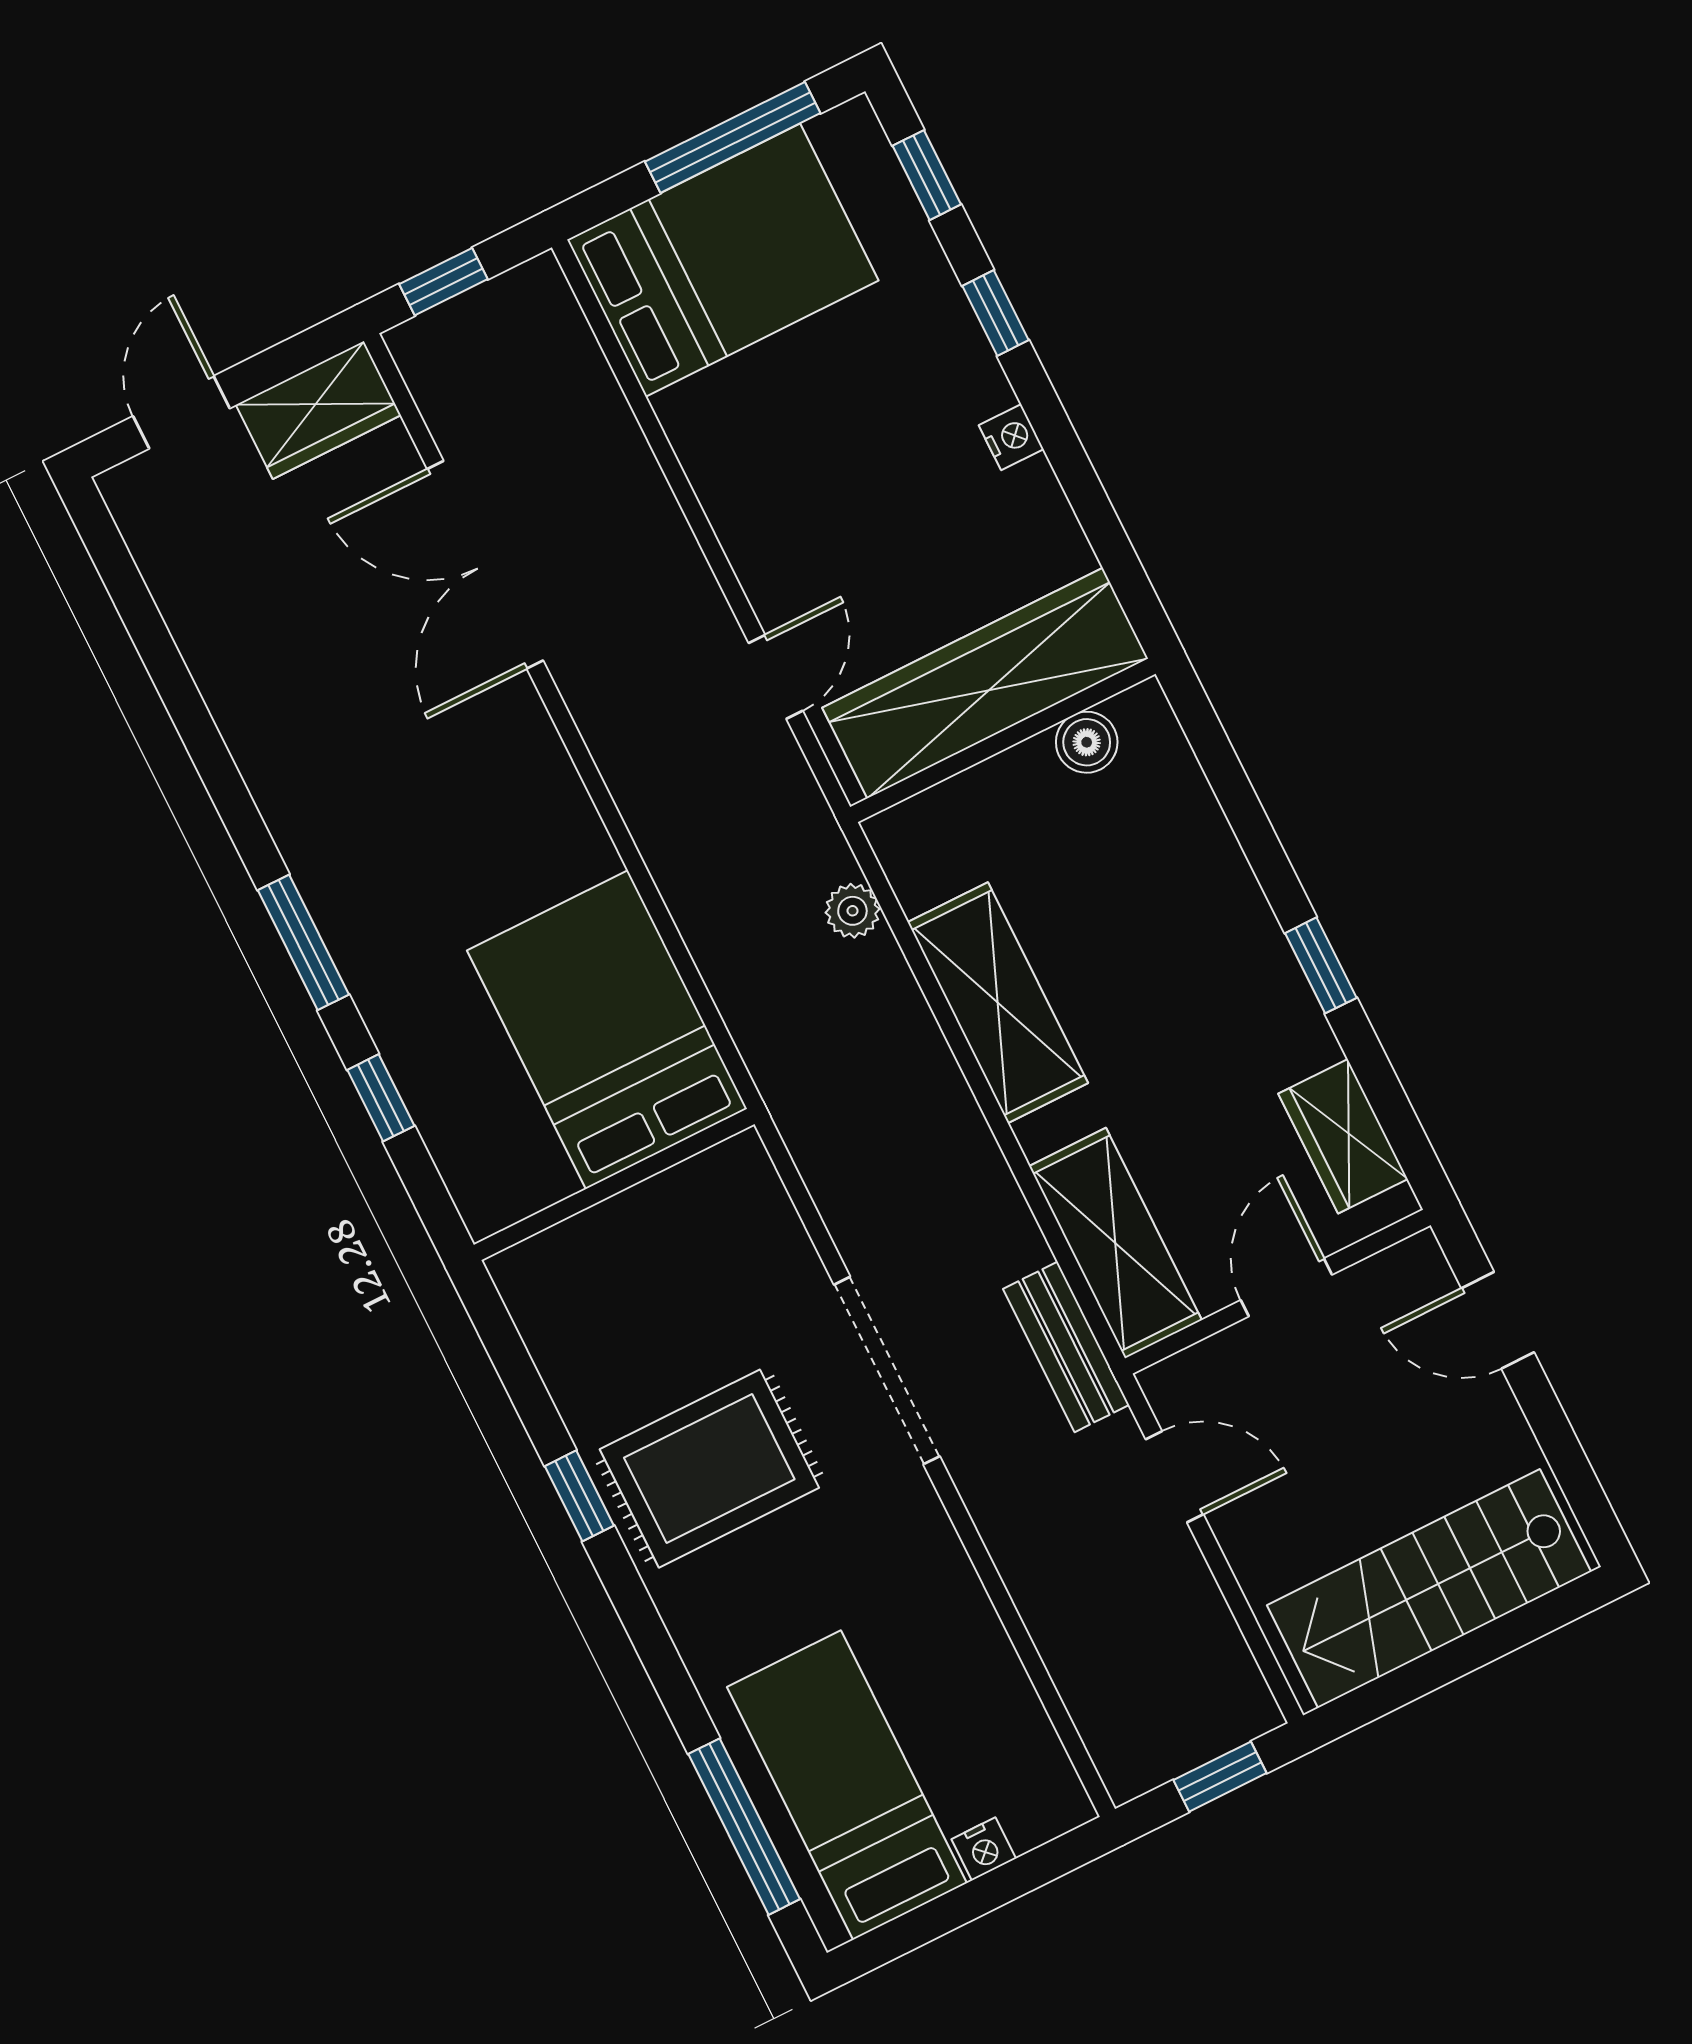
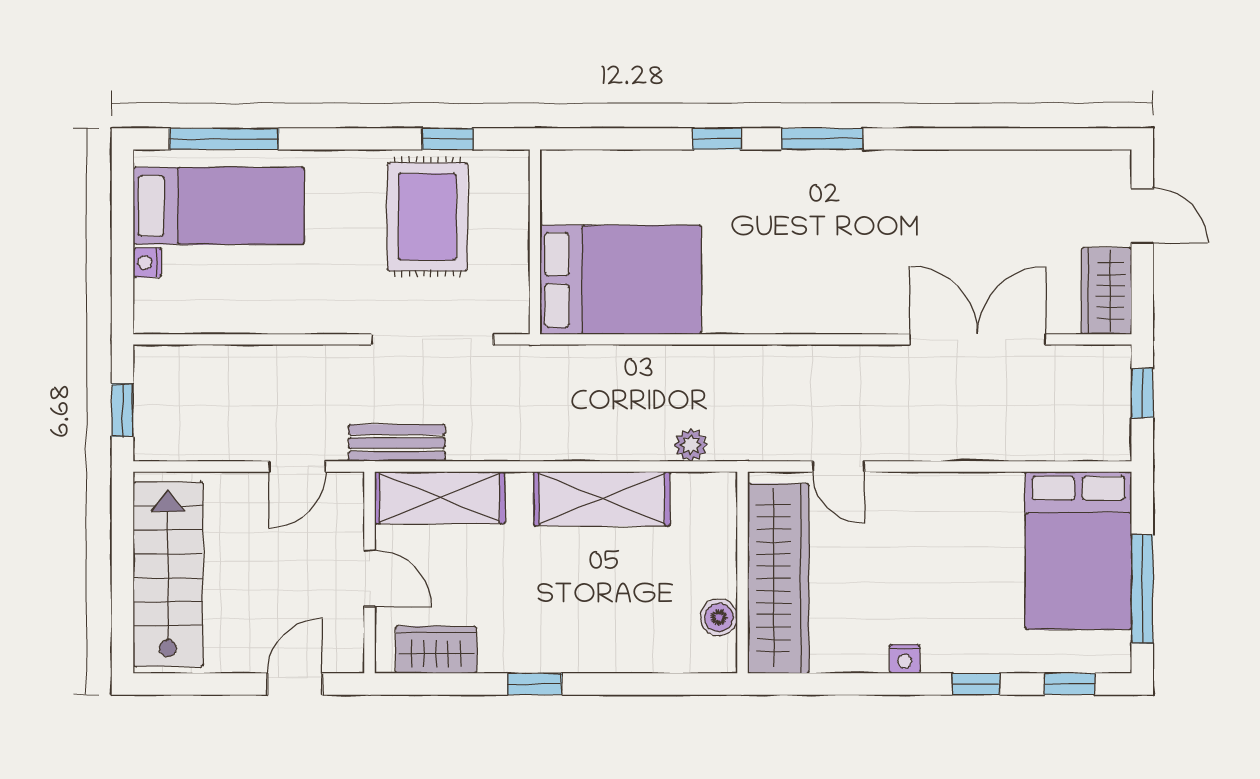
bed: (607, 1030) -> (621, 280), moved
wall: (614, 1184) -> (535, 242), moved

